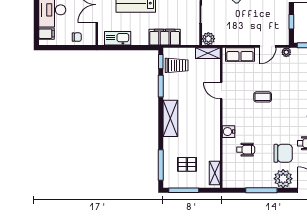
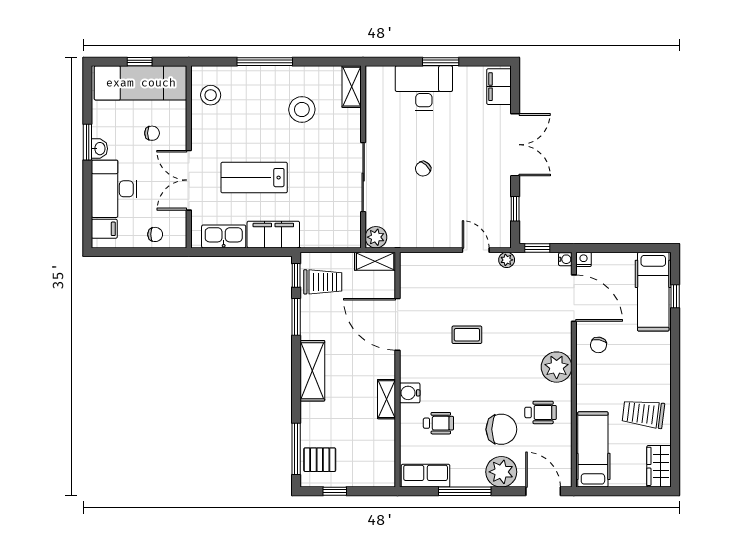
filing cabinet: (165, 37) -> (273, 235), moved
door: (268, 46) -> (476, 250), swing flipped
row of seats: (240, 54) -> (426, 476), moved, turned 180
door: (221, 91) -> (398, 324), width x1.88
pallet: (187, 164) -> (320, 460), moved
shelving: (215, 173) -> (387, 399), moved
window: (184, 190) -> (335, 491), width x0.46

